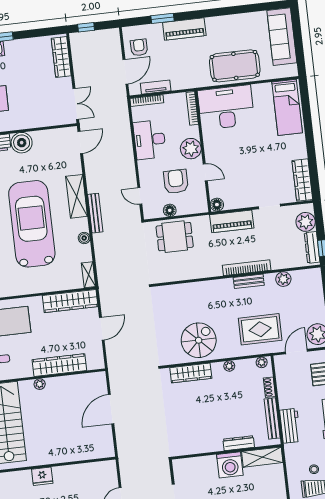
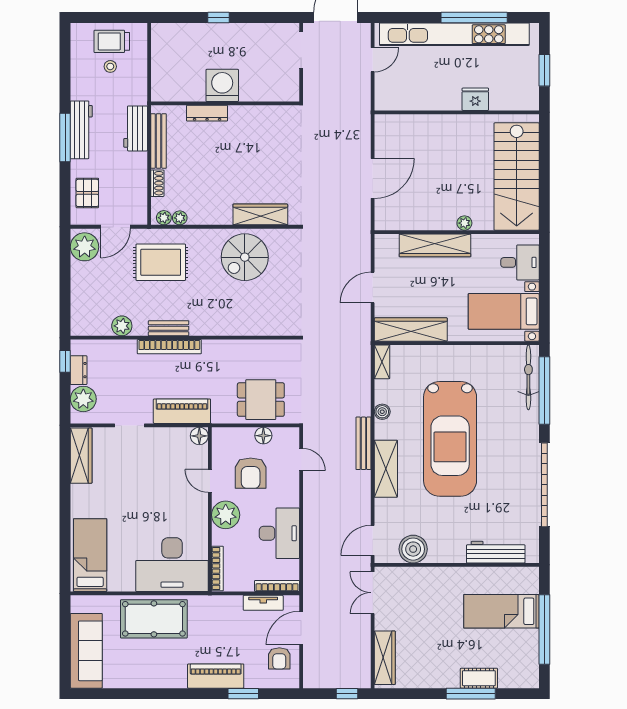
boiler: (22, 143) -> (413, 549), moved
dresser: (312, 247) -> (79, 370), width x0.70
plant: (229, 366) -> (180, 218), moved
shelving: (262, 457) -> (178, 91), removed

